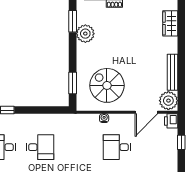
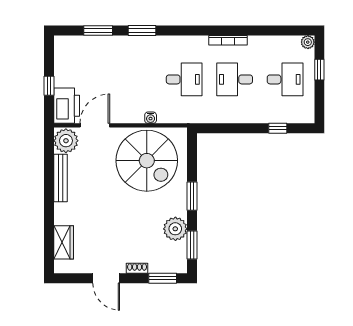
window: (73, 83) -> (192, 196), moved
spiral stairs: (107, 85) -> (147, 161), width x1.37, depth x1.37
printer: (171, 121) -> (67, 106), width x1.87, depth x1.48
desk: (117, 147) -> (184, 79), moved

